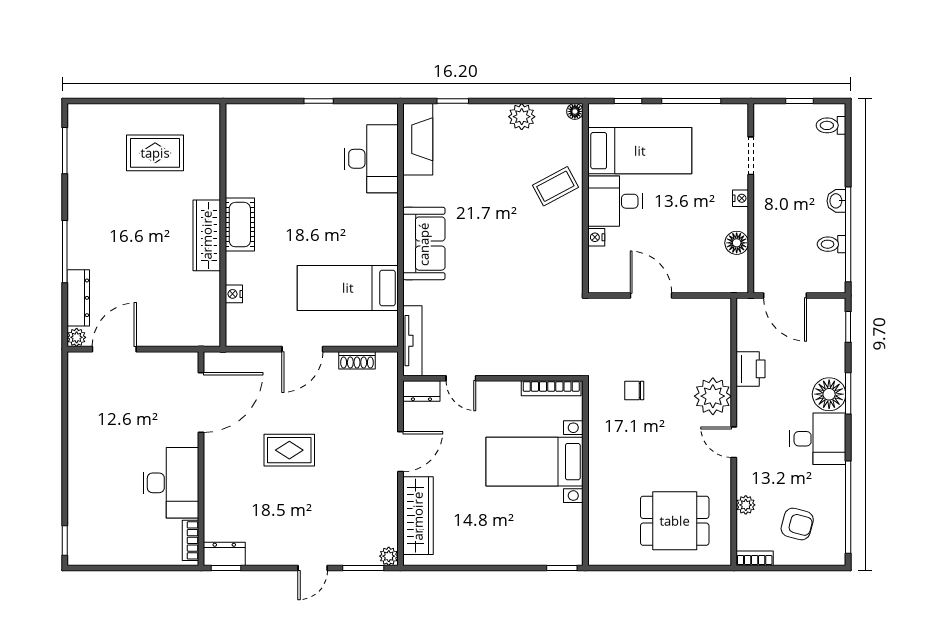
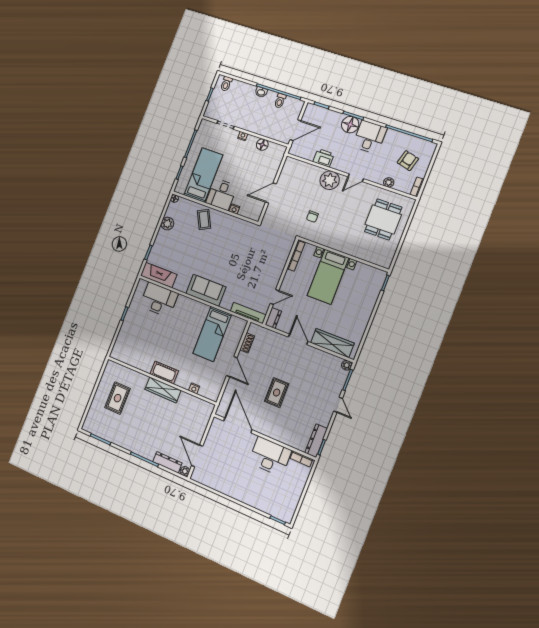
dresser: (224, 554) -> (316, 441), width x1.44

